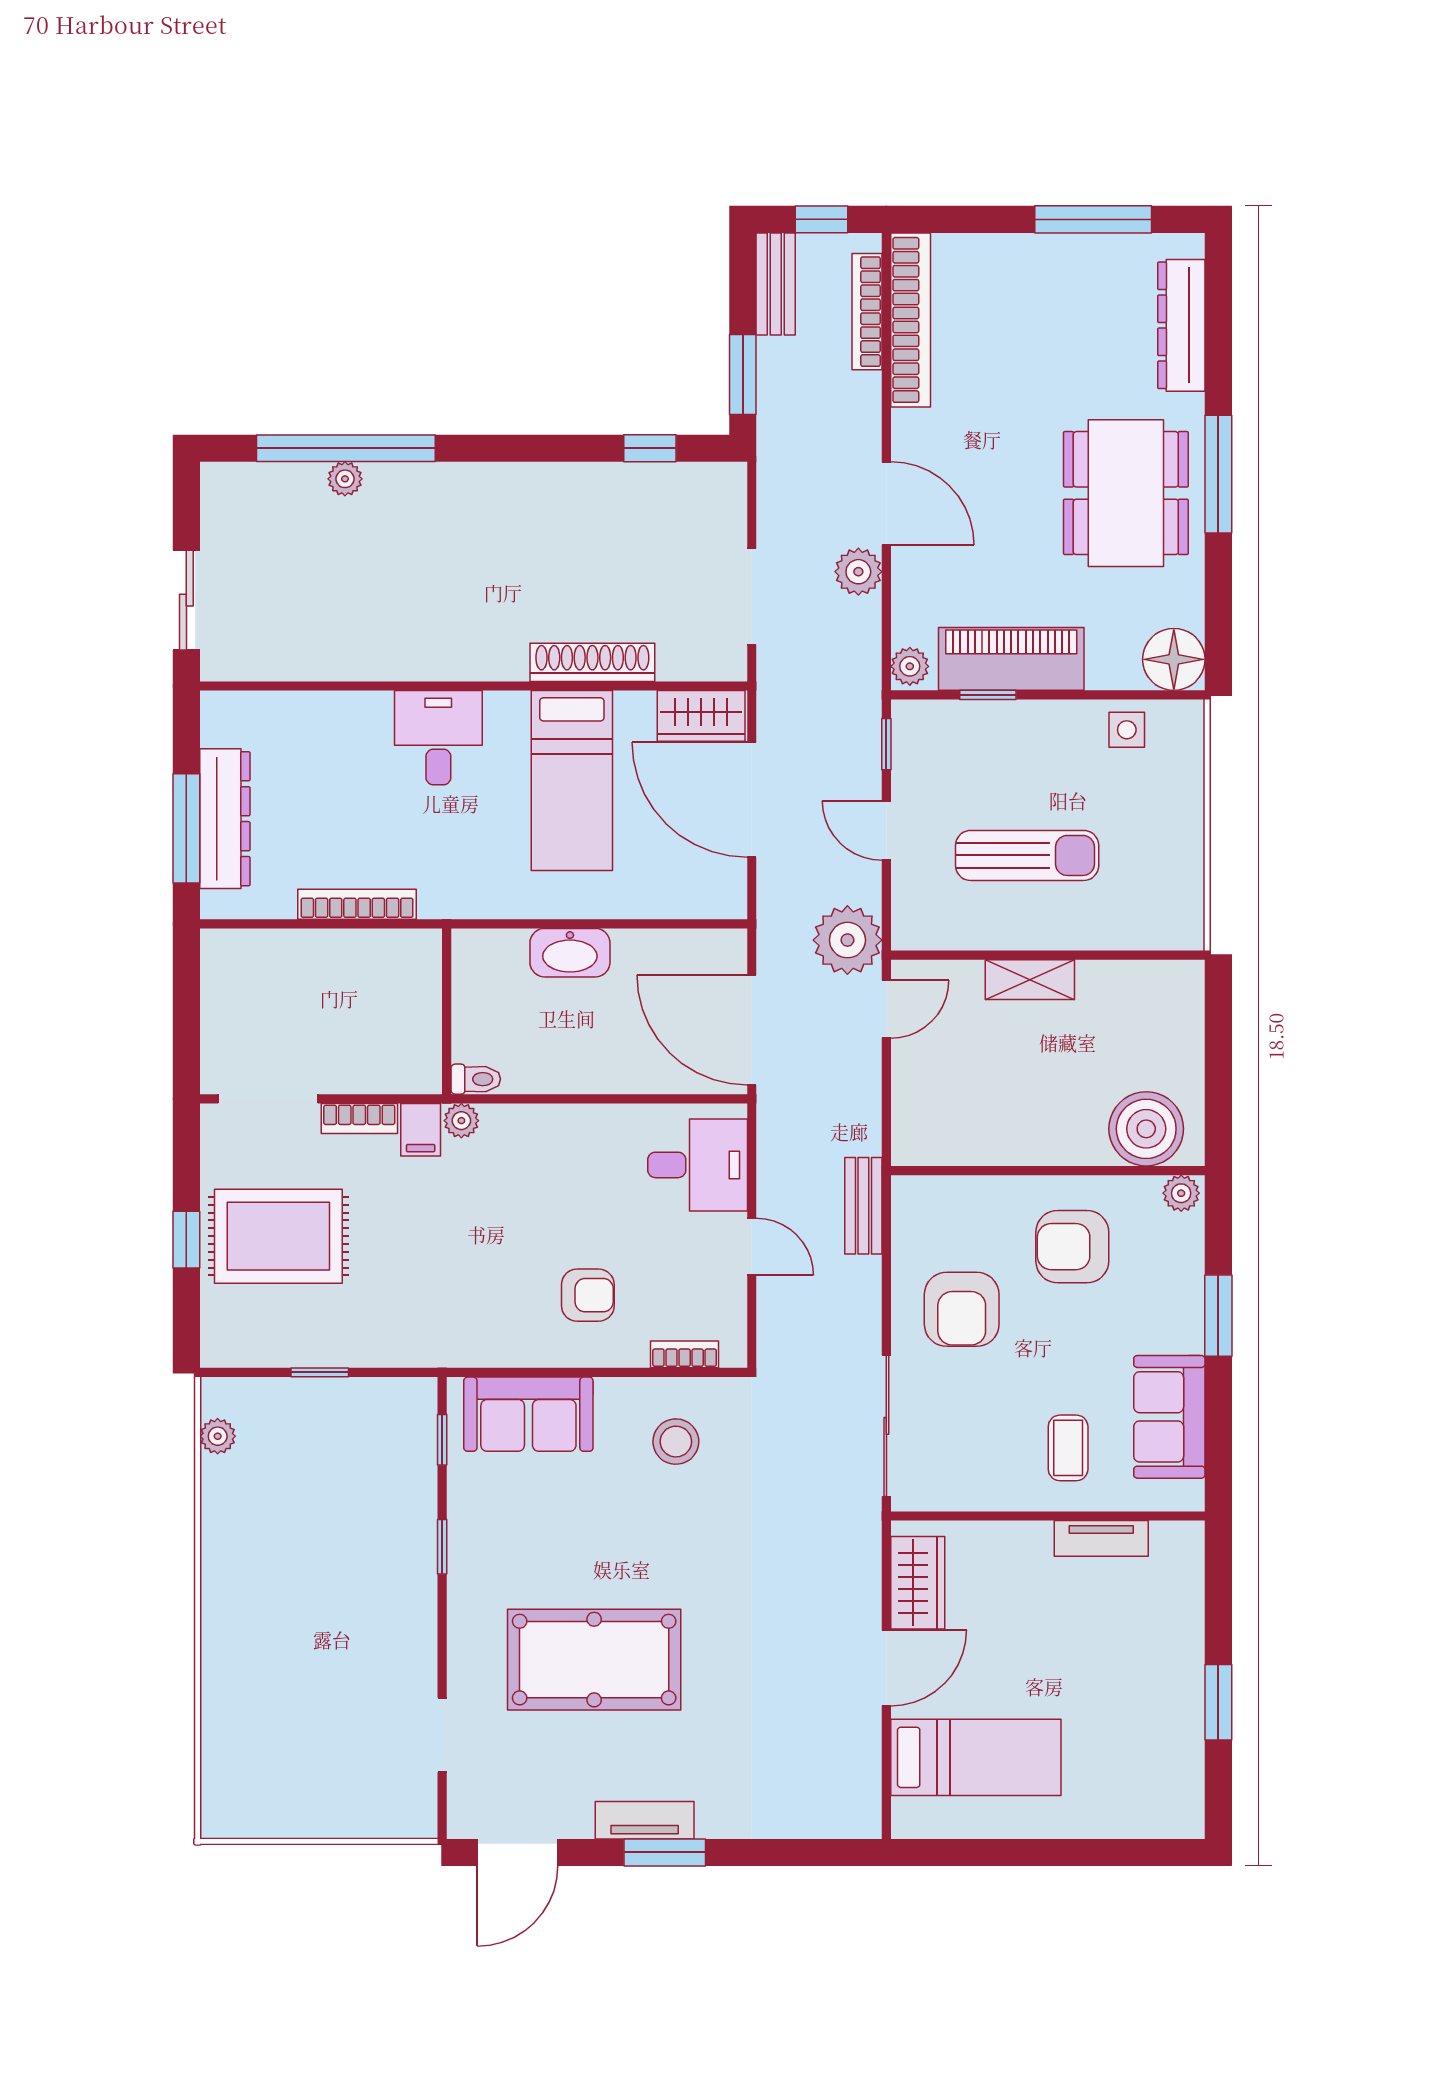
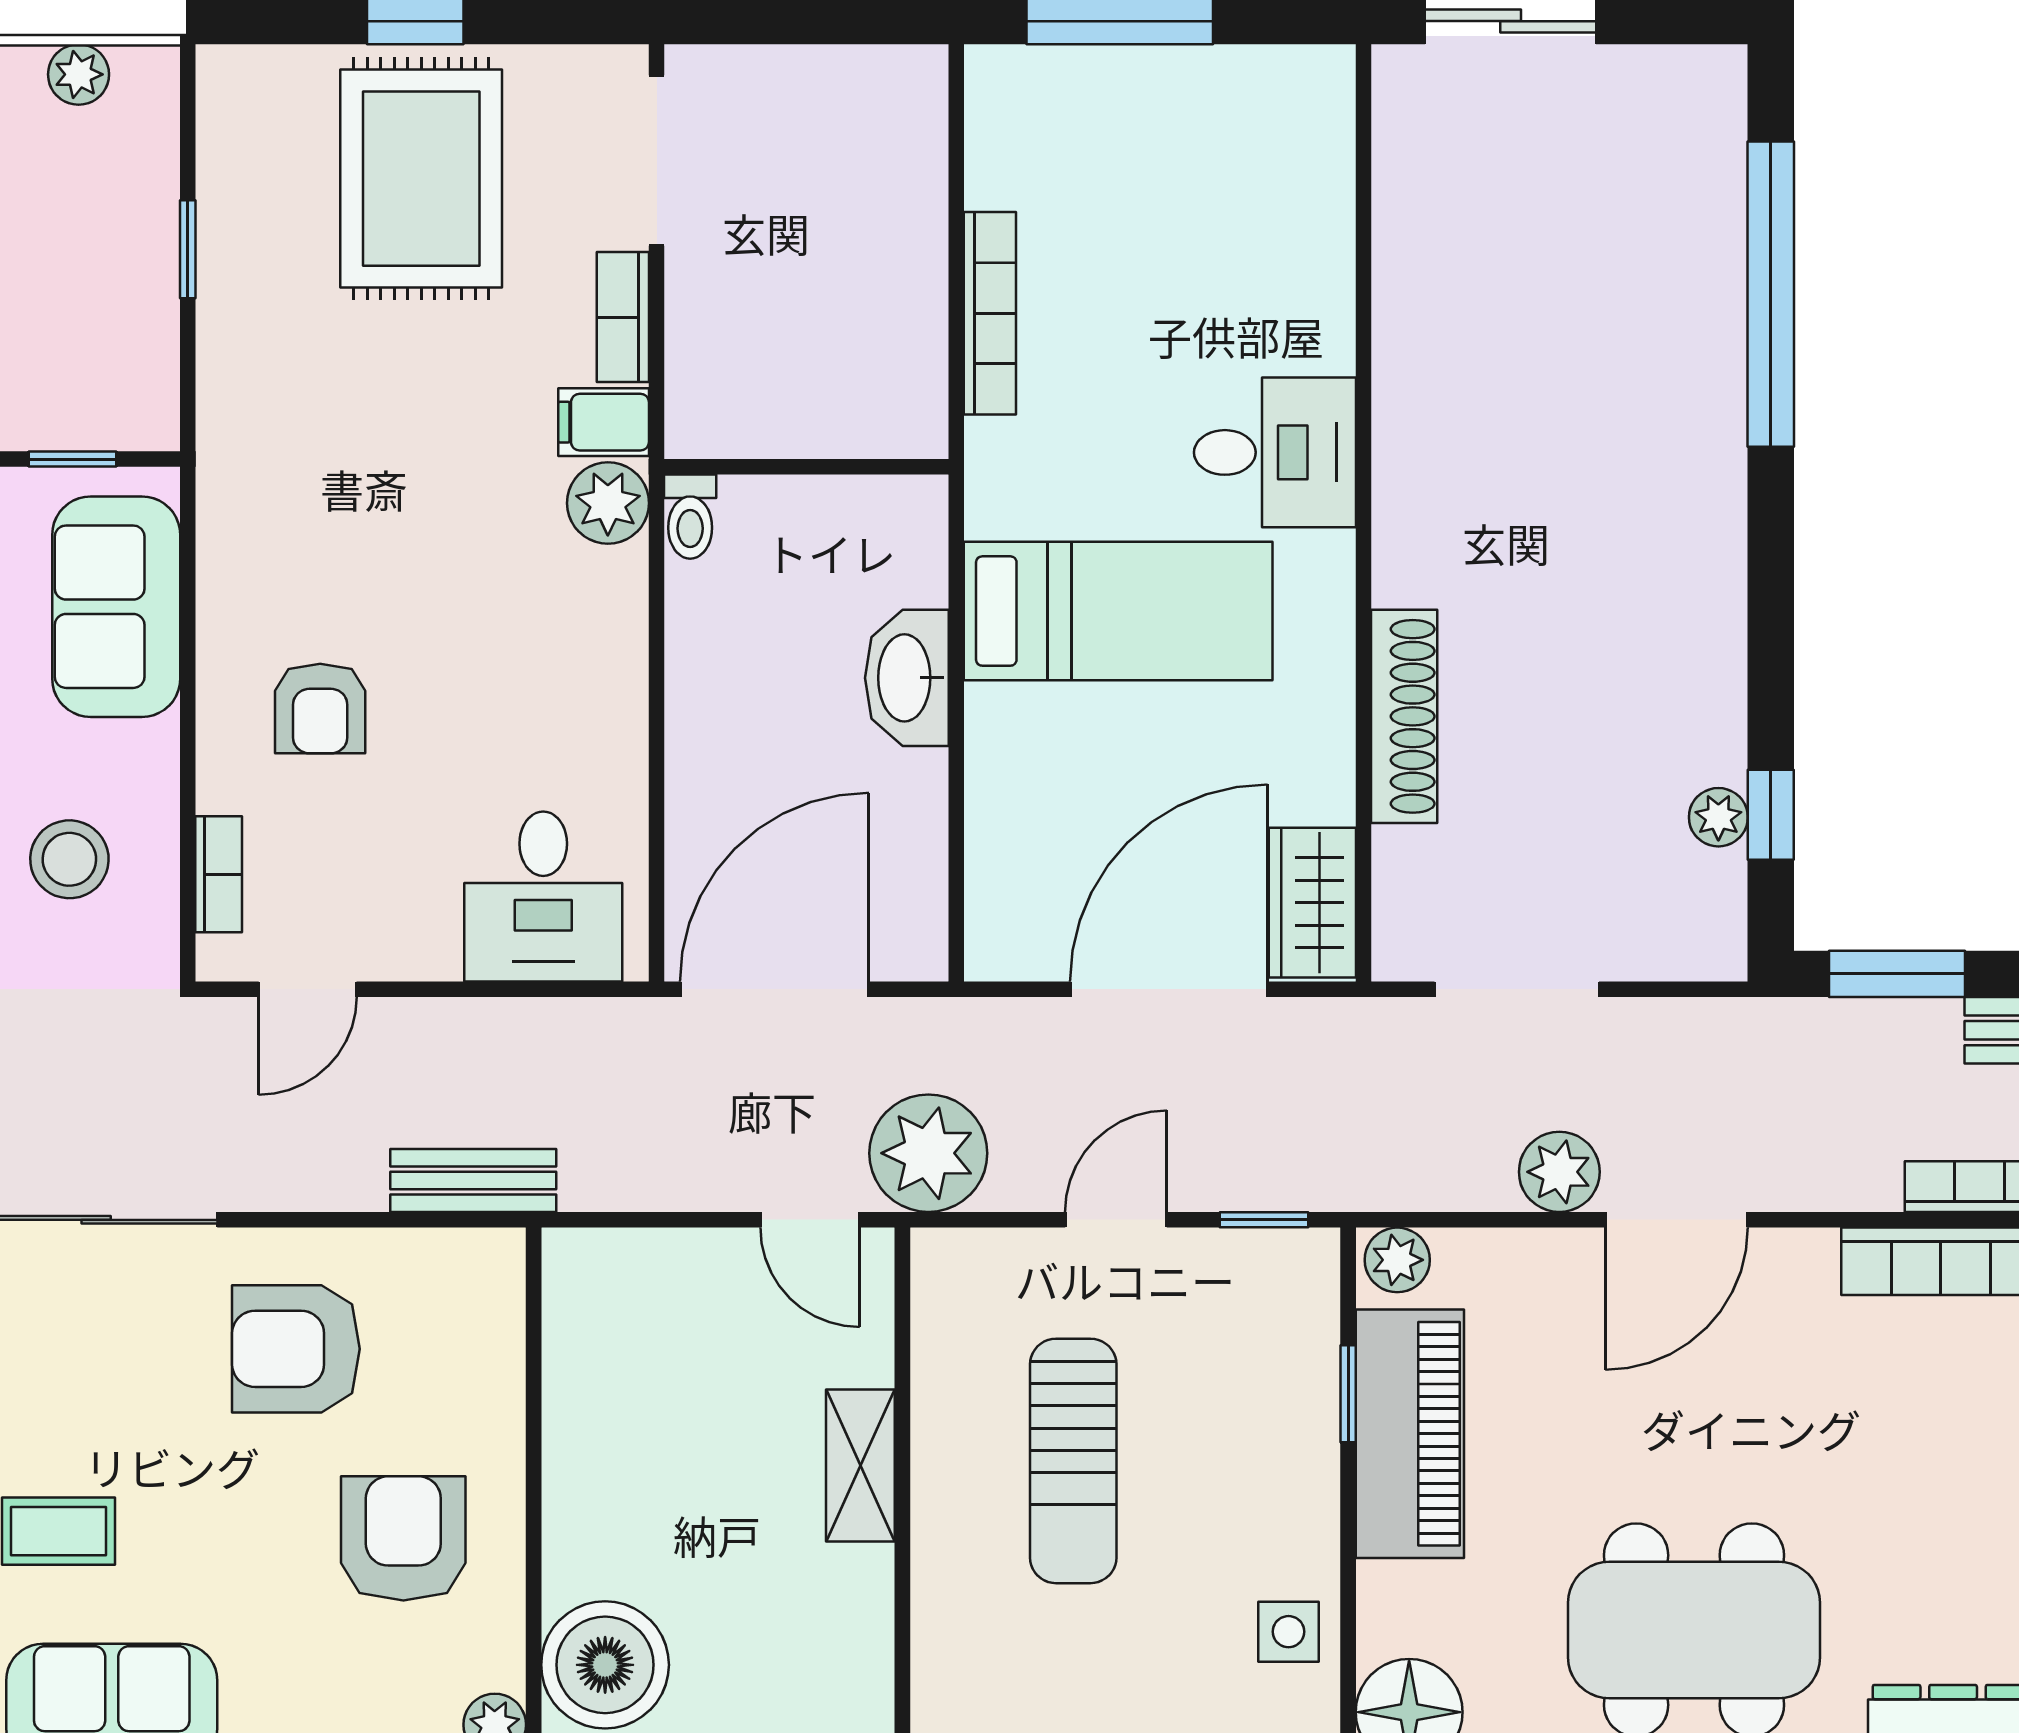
plant: (345, 479) -> (1718, 817), moved
bed: (572, 781) -> (1118, 611), moved, turned 180
dresser: (225, 819) -> (1136, 87), removed
plant: (461, 1121) -> (608, 503), width x1.38, depth x1.38
door: (752, 1247) -> (308, 989), moved

